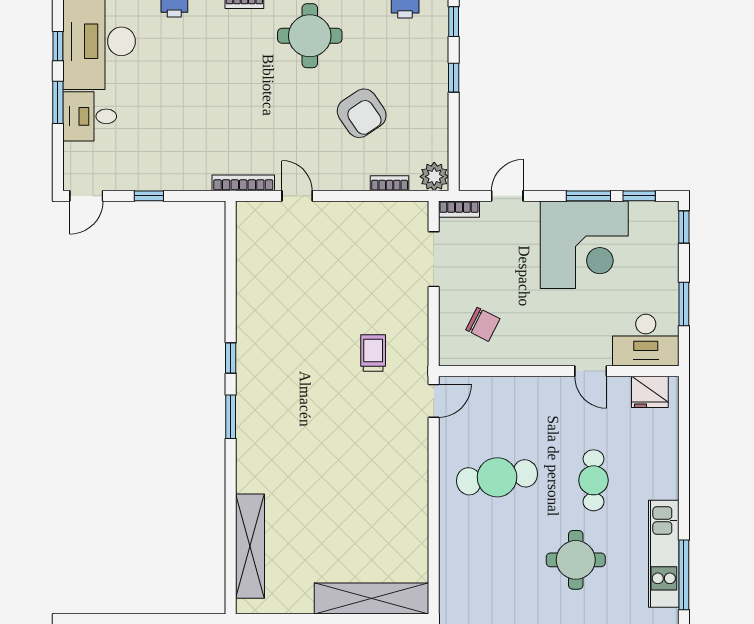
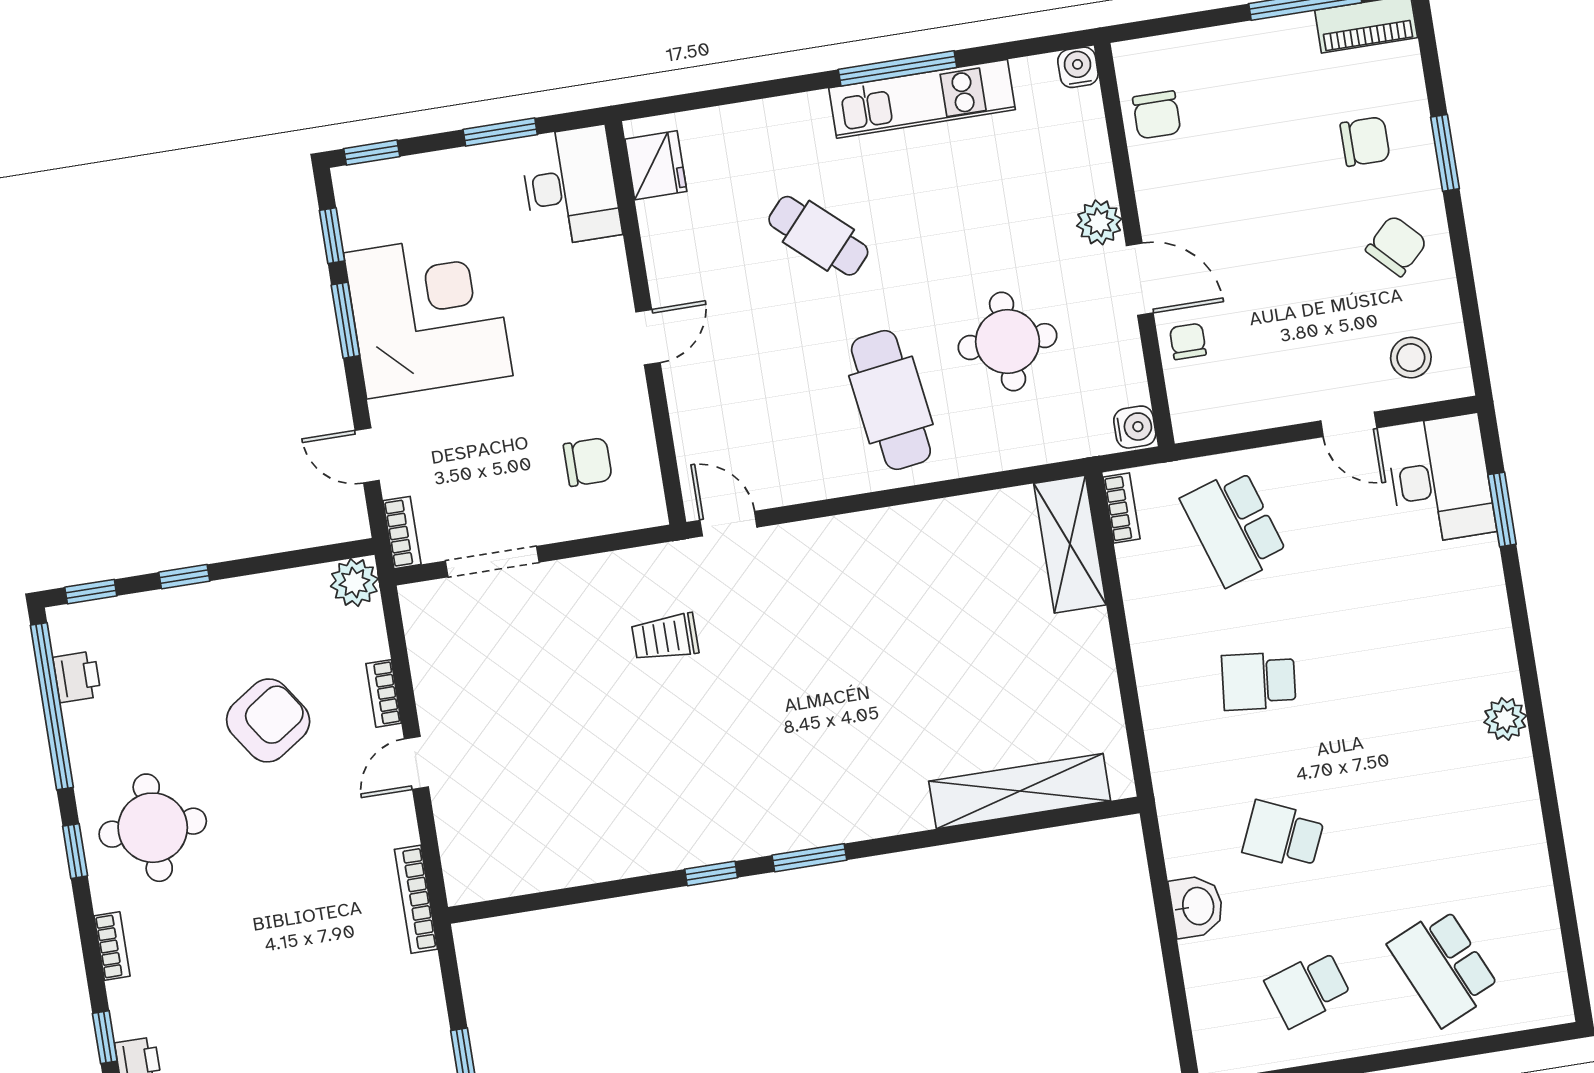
bookcase: (390, 183) -> (384, 693), moved
door: (297, 196) -> (416, 763), moved
chair: (483, 324) -> (588, 462), turned 63
door: (591, 371) -> (648, 337), moved
cafe table: (497, 477) -> (891, 400), moved
cafe table: (594, 480) -> (818, 236), turned 42
round table: (576, 560) -> (1008, 342), moved
window: (684, 575) -> (898, 68), moved
shelving: (371, 599) -> (1070, 544), width x0.68

